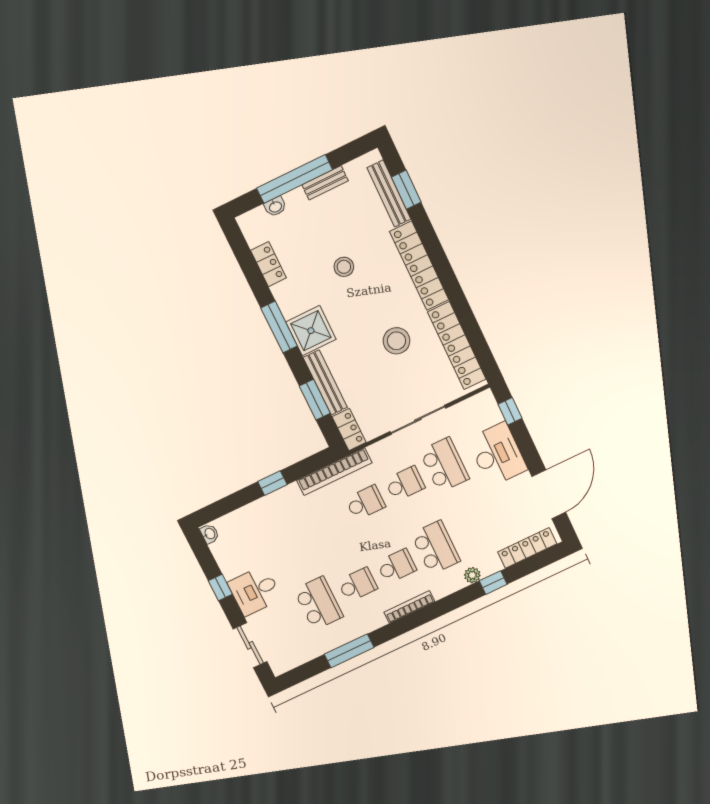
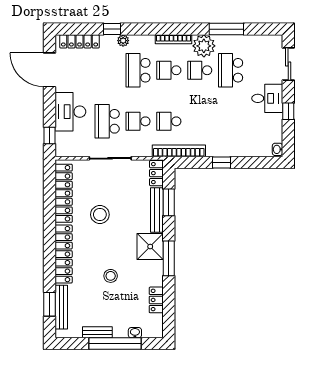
door: (549, 494) -> (50, 70), hinge flipped
plant: (367, 617) -> (204, 46), added

